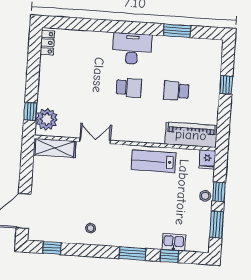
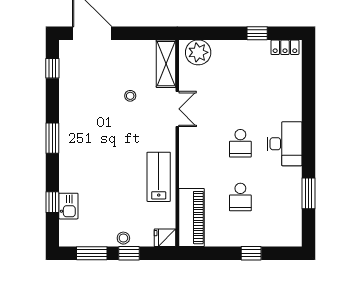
school desk: (176, 91) -> (240, 197), turned 180
window: (30, 111) -> (257, 33), moved
stool: (91, 228) -> (130, 96), moved
window: (132, 253) -> (52, 138), moved

